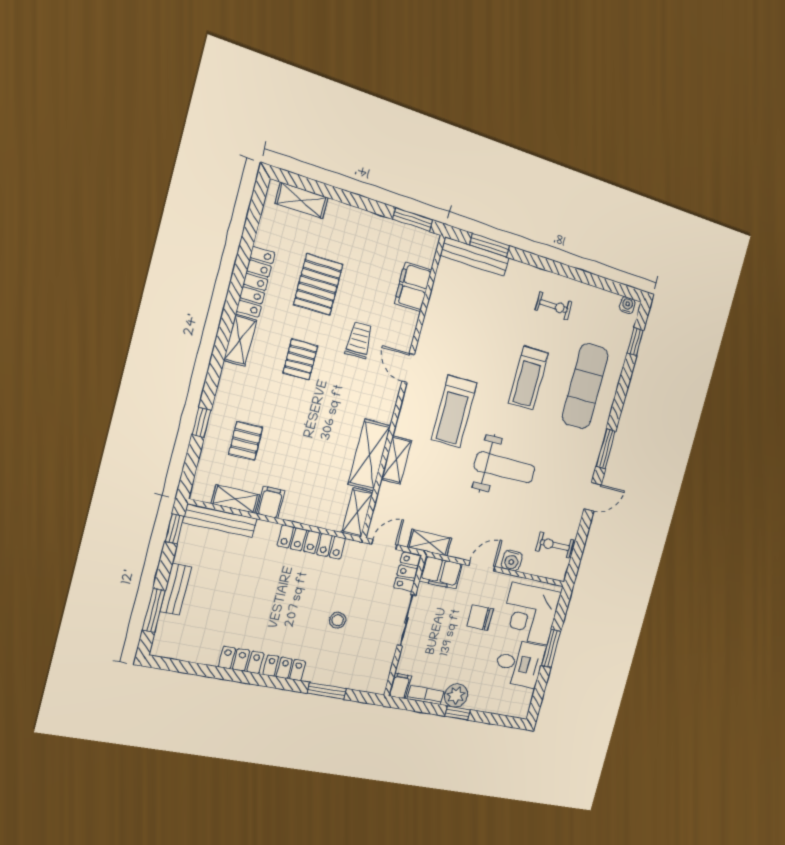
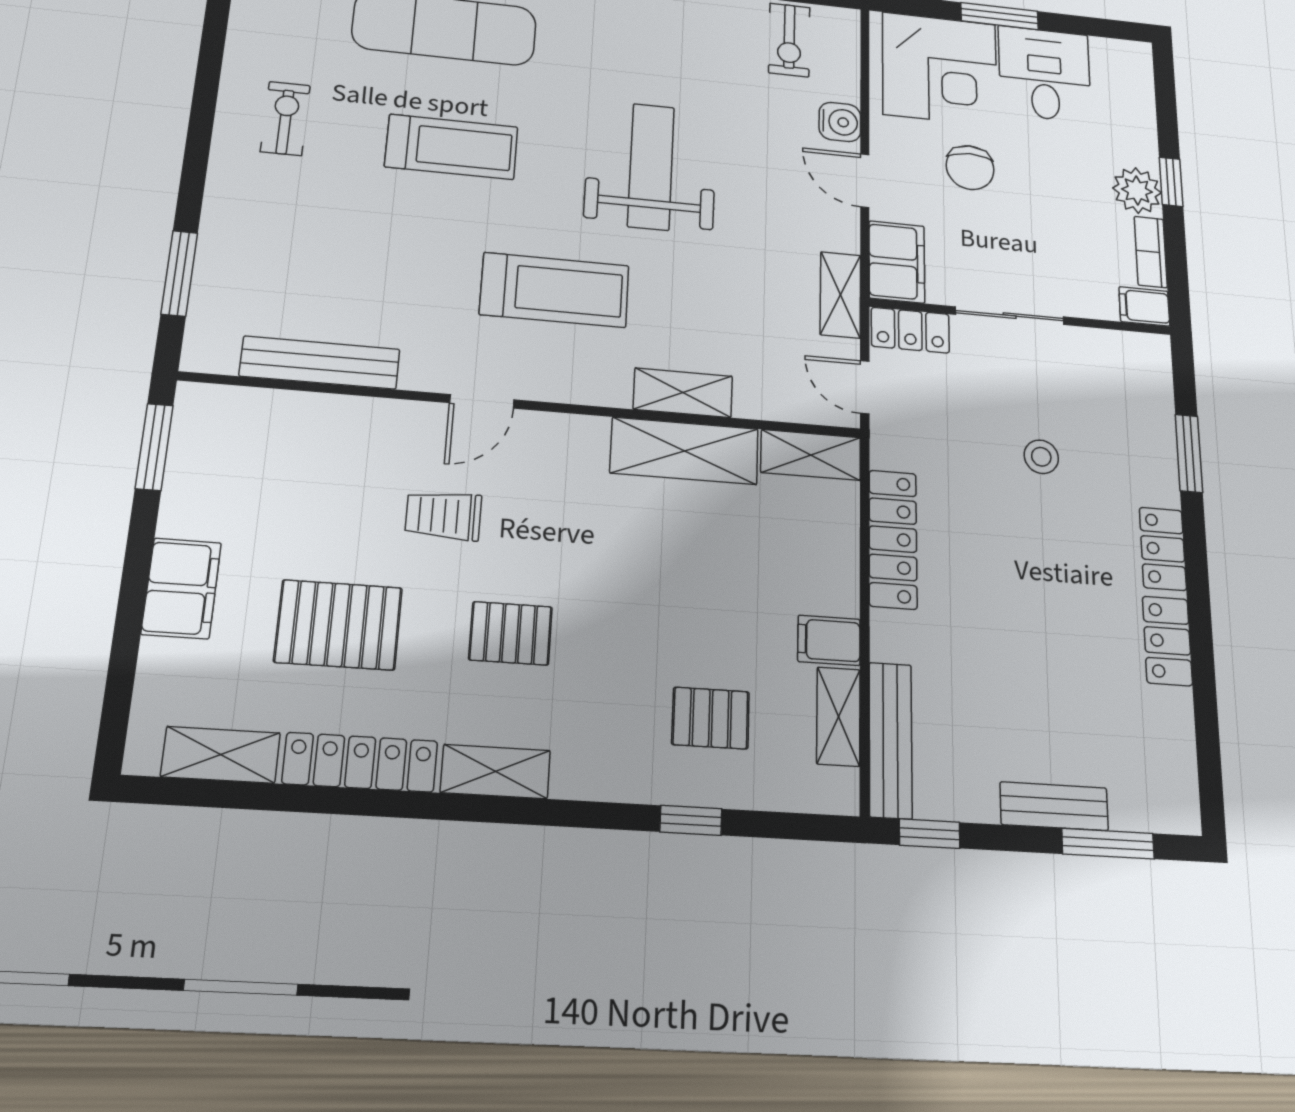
shelving: (302, 200) -> (221, 755), moved, turned 90
bench: (475, 257) -> (320, 363), moved, turned 90
filing cabinet: (413, 287) -> (181, 588), moved, turned -90

